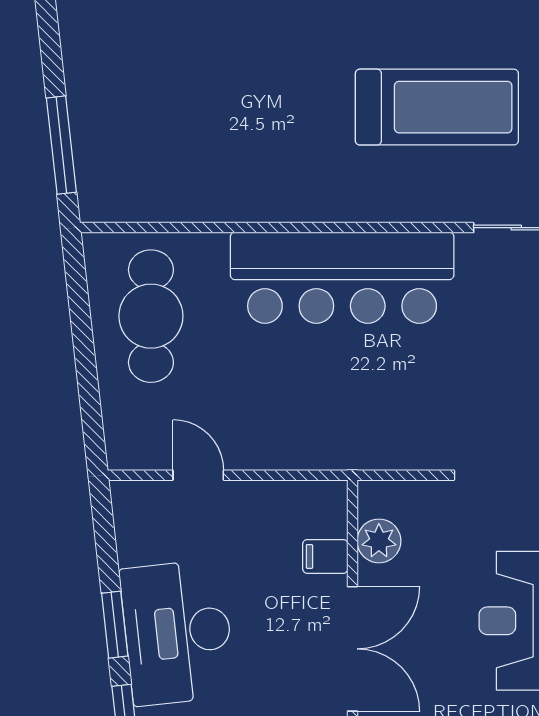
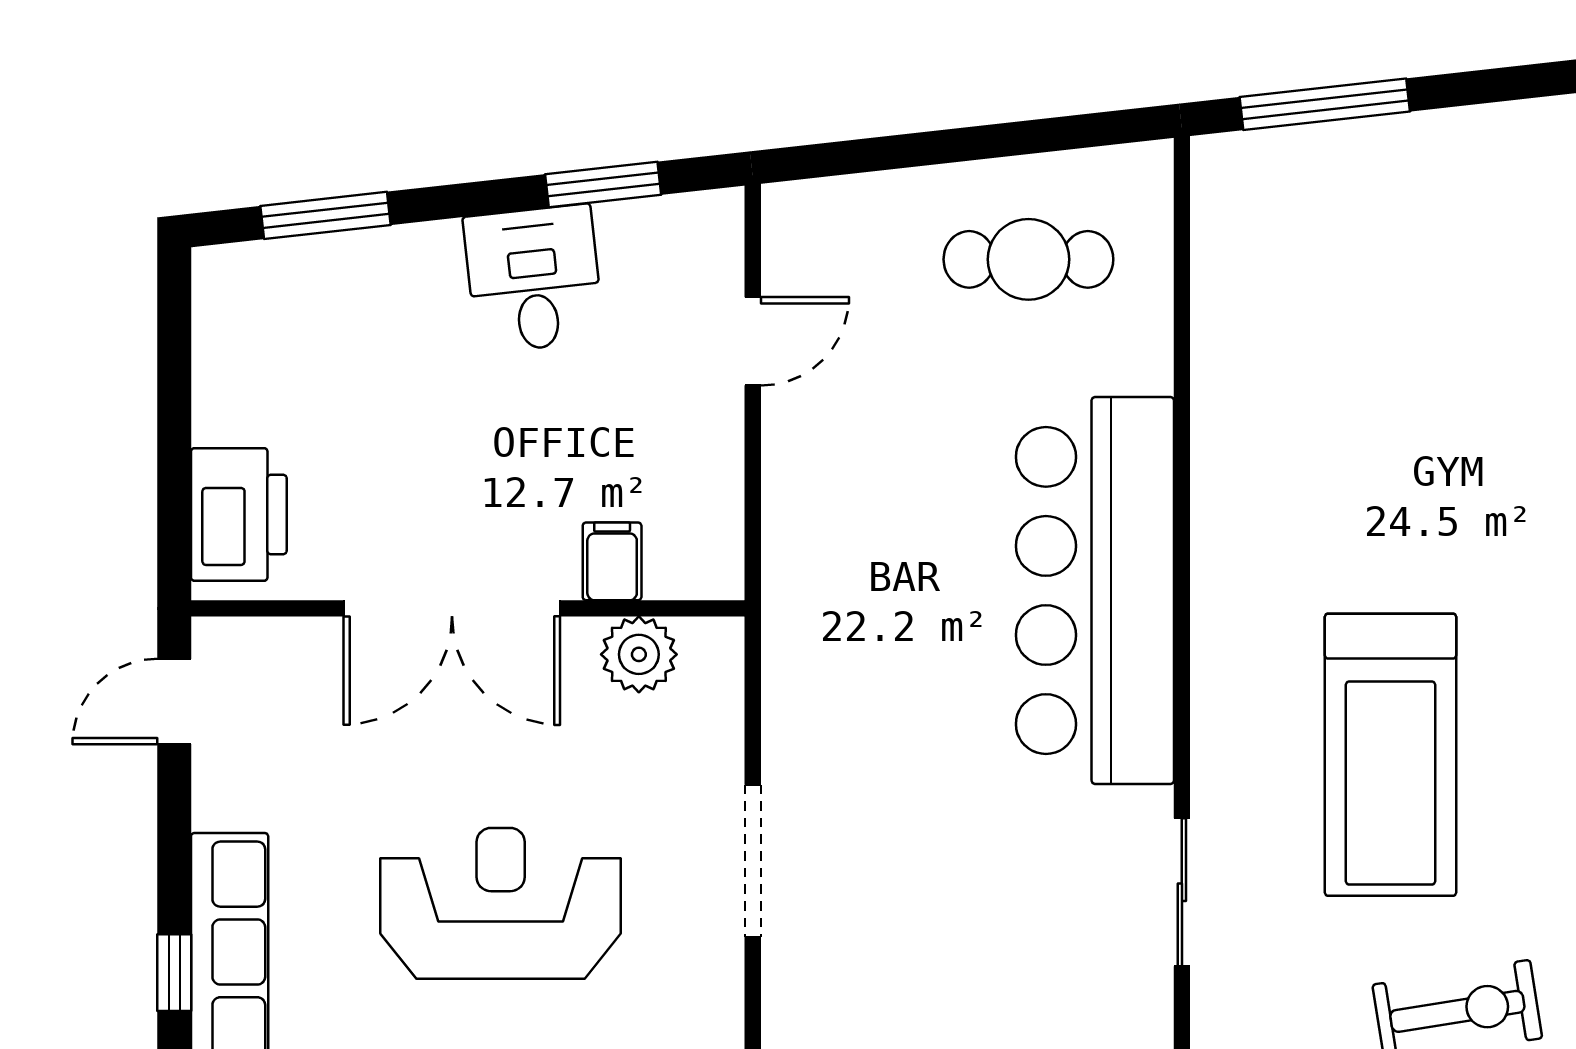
cafe table: (151, 316) -> (1028, 259), width x0.73, depth x0.74
window: (115, 625) -> (603, 185), moved
desk: (178, 632) -> (534, 279), width x0.53, depth x0.77

